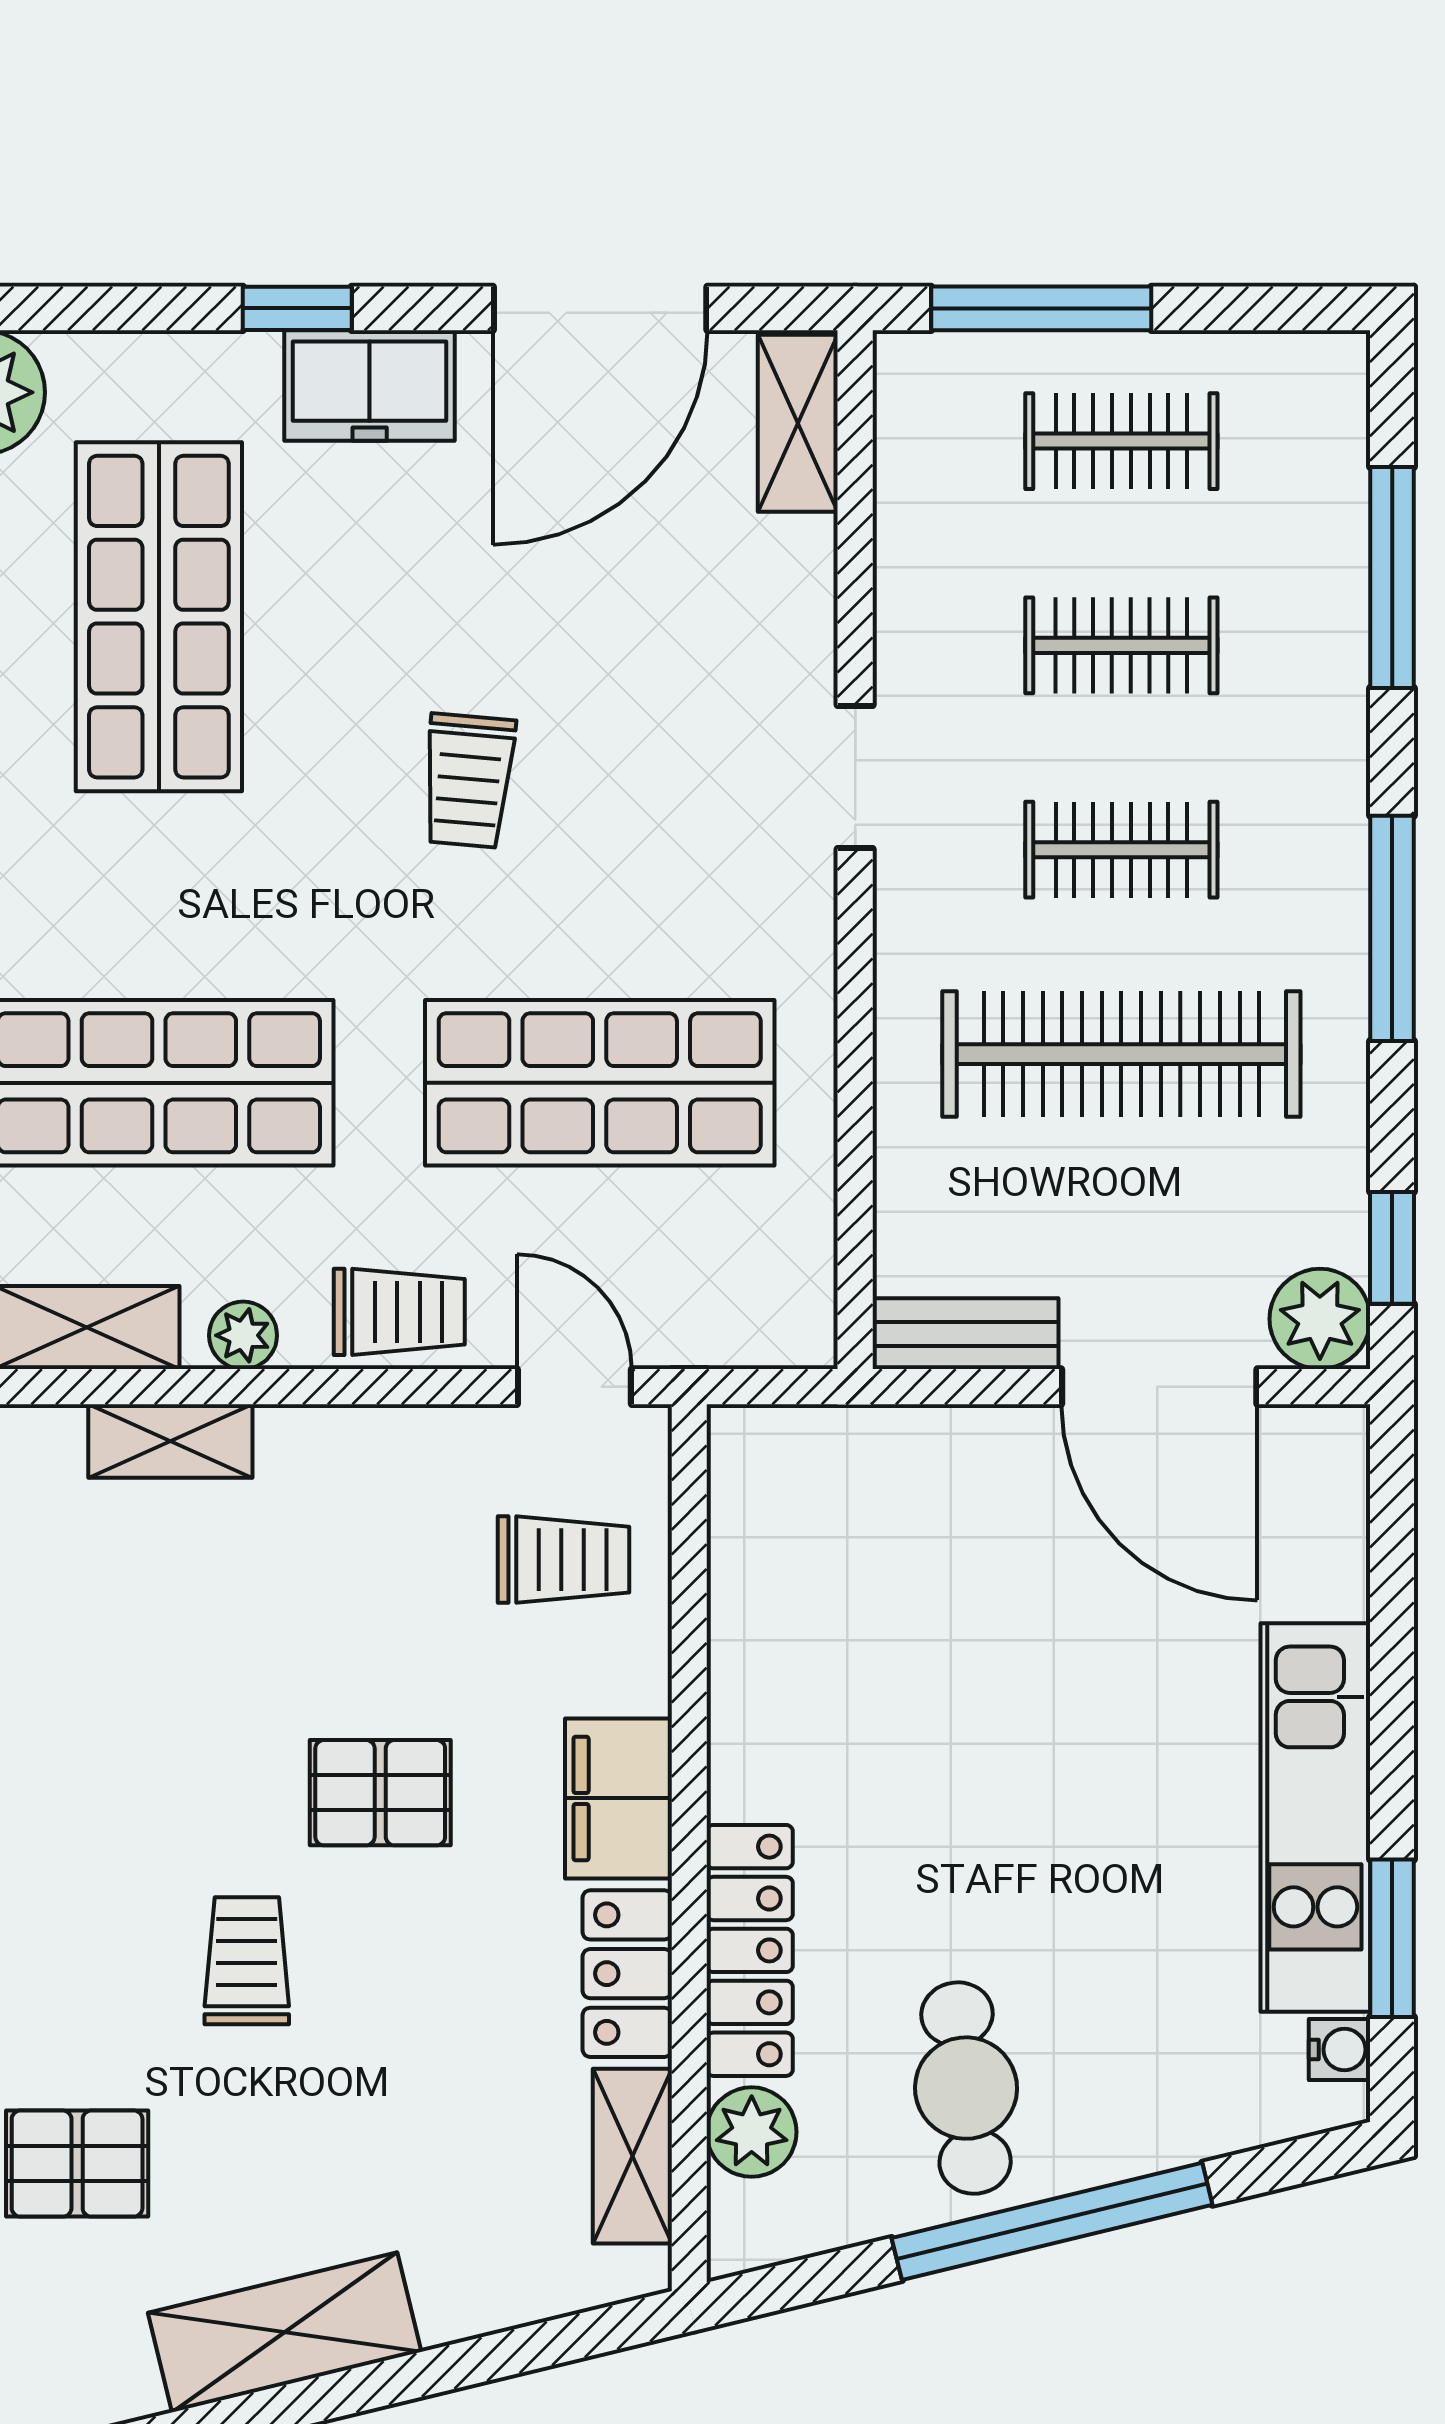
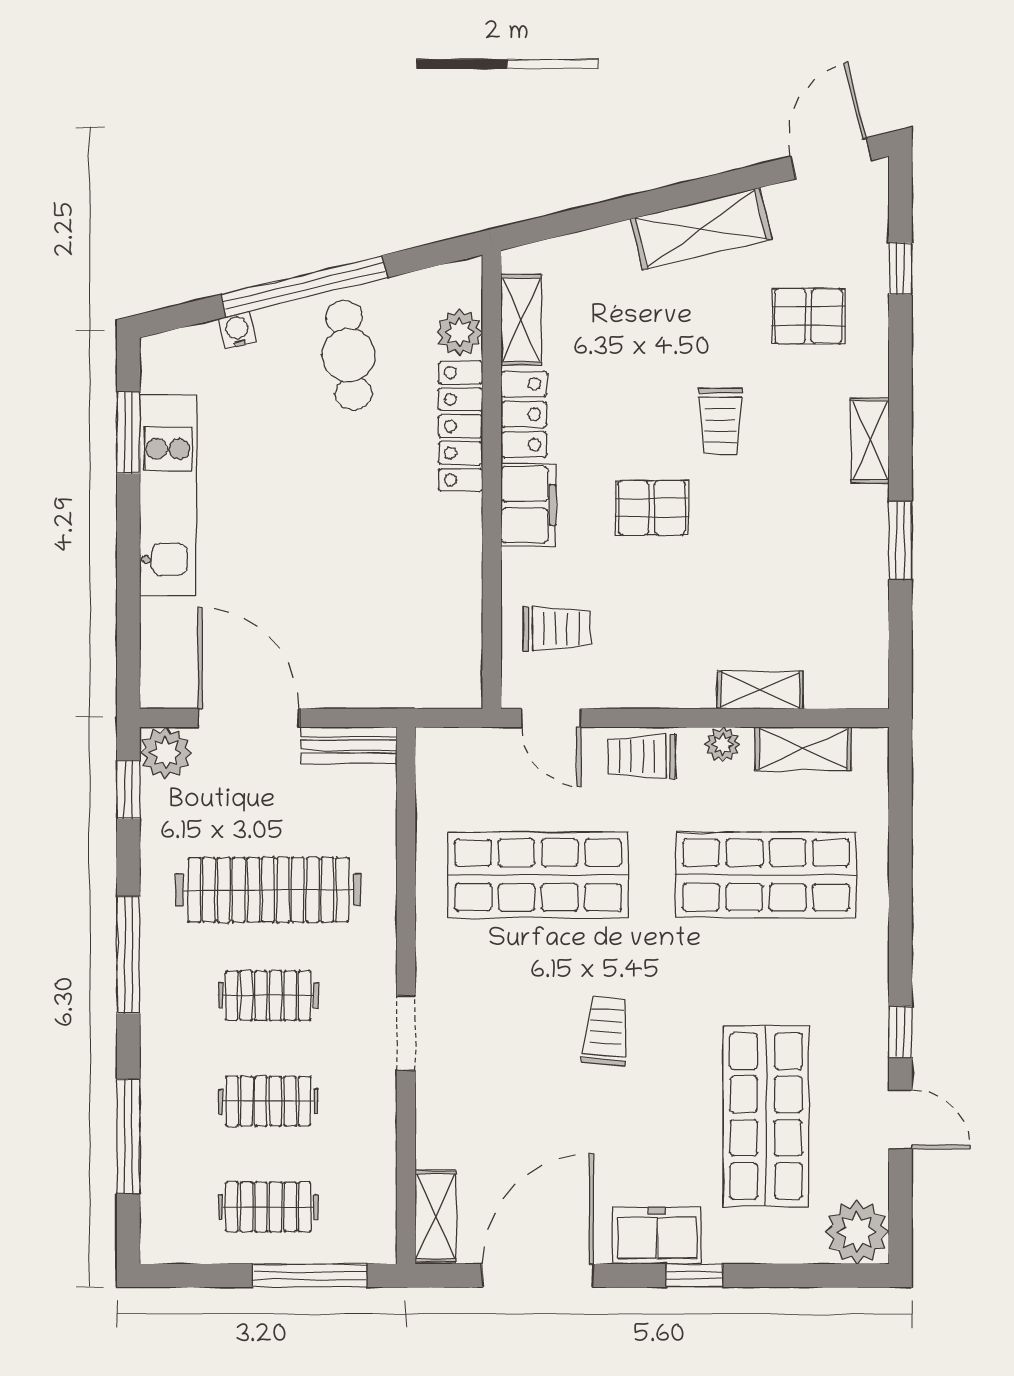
trolley: (564, 1560) -> (557, 628), turned 180
water cooler: (1340, 2050) -> (237, 330), moved, turned 76

